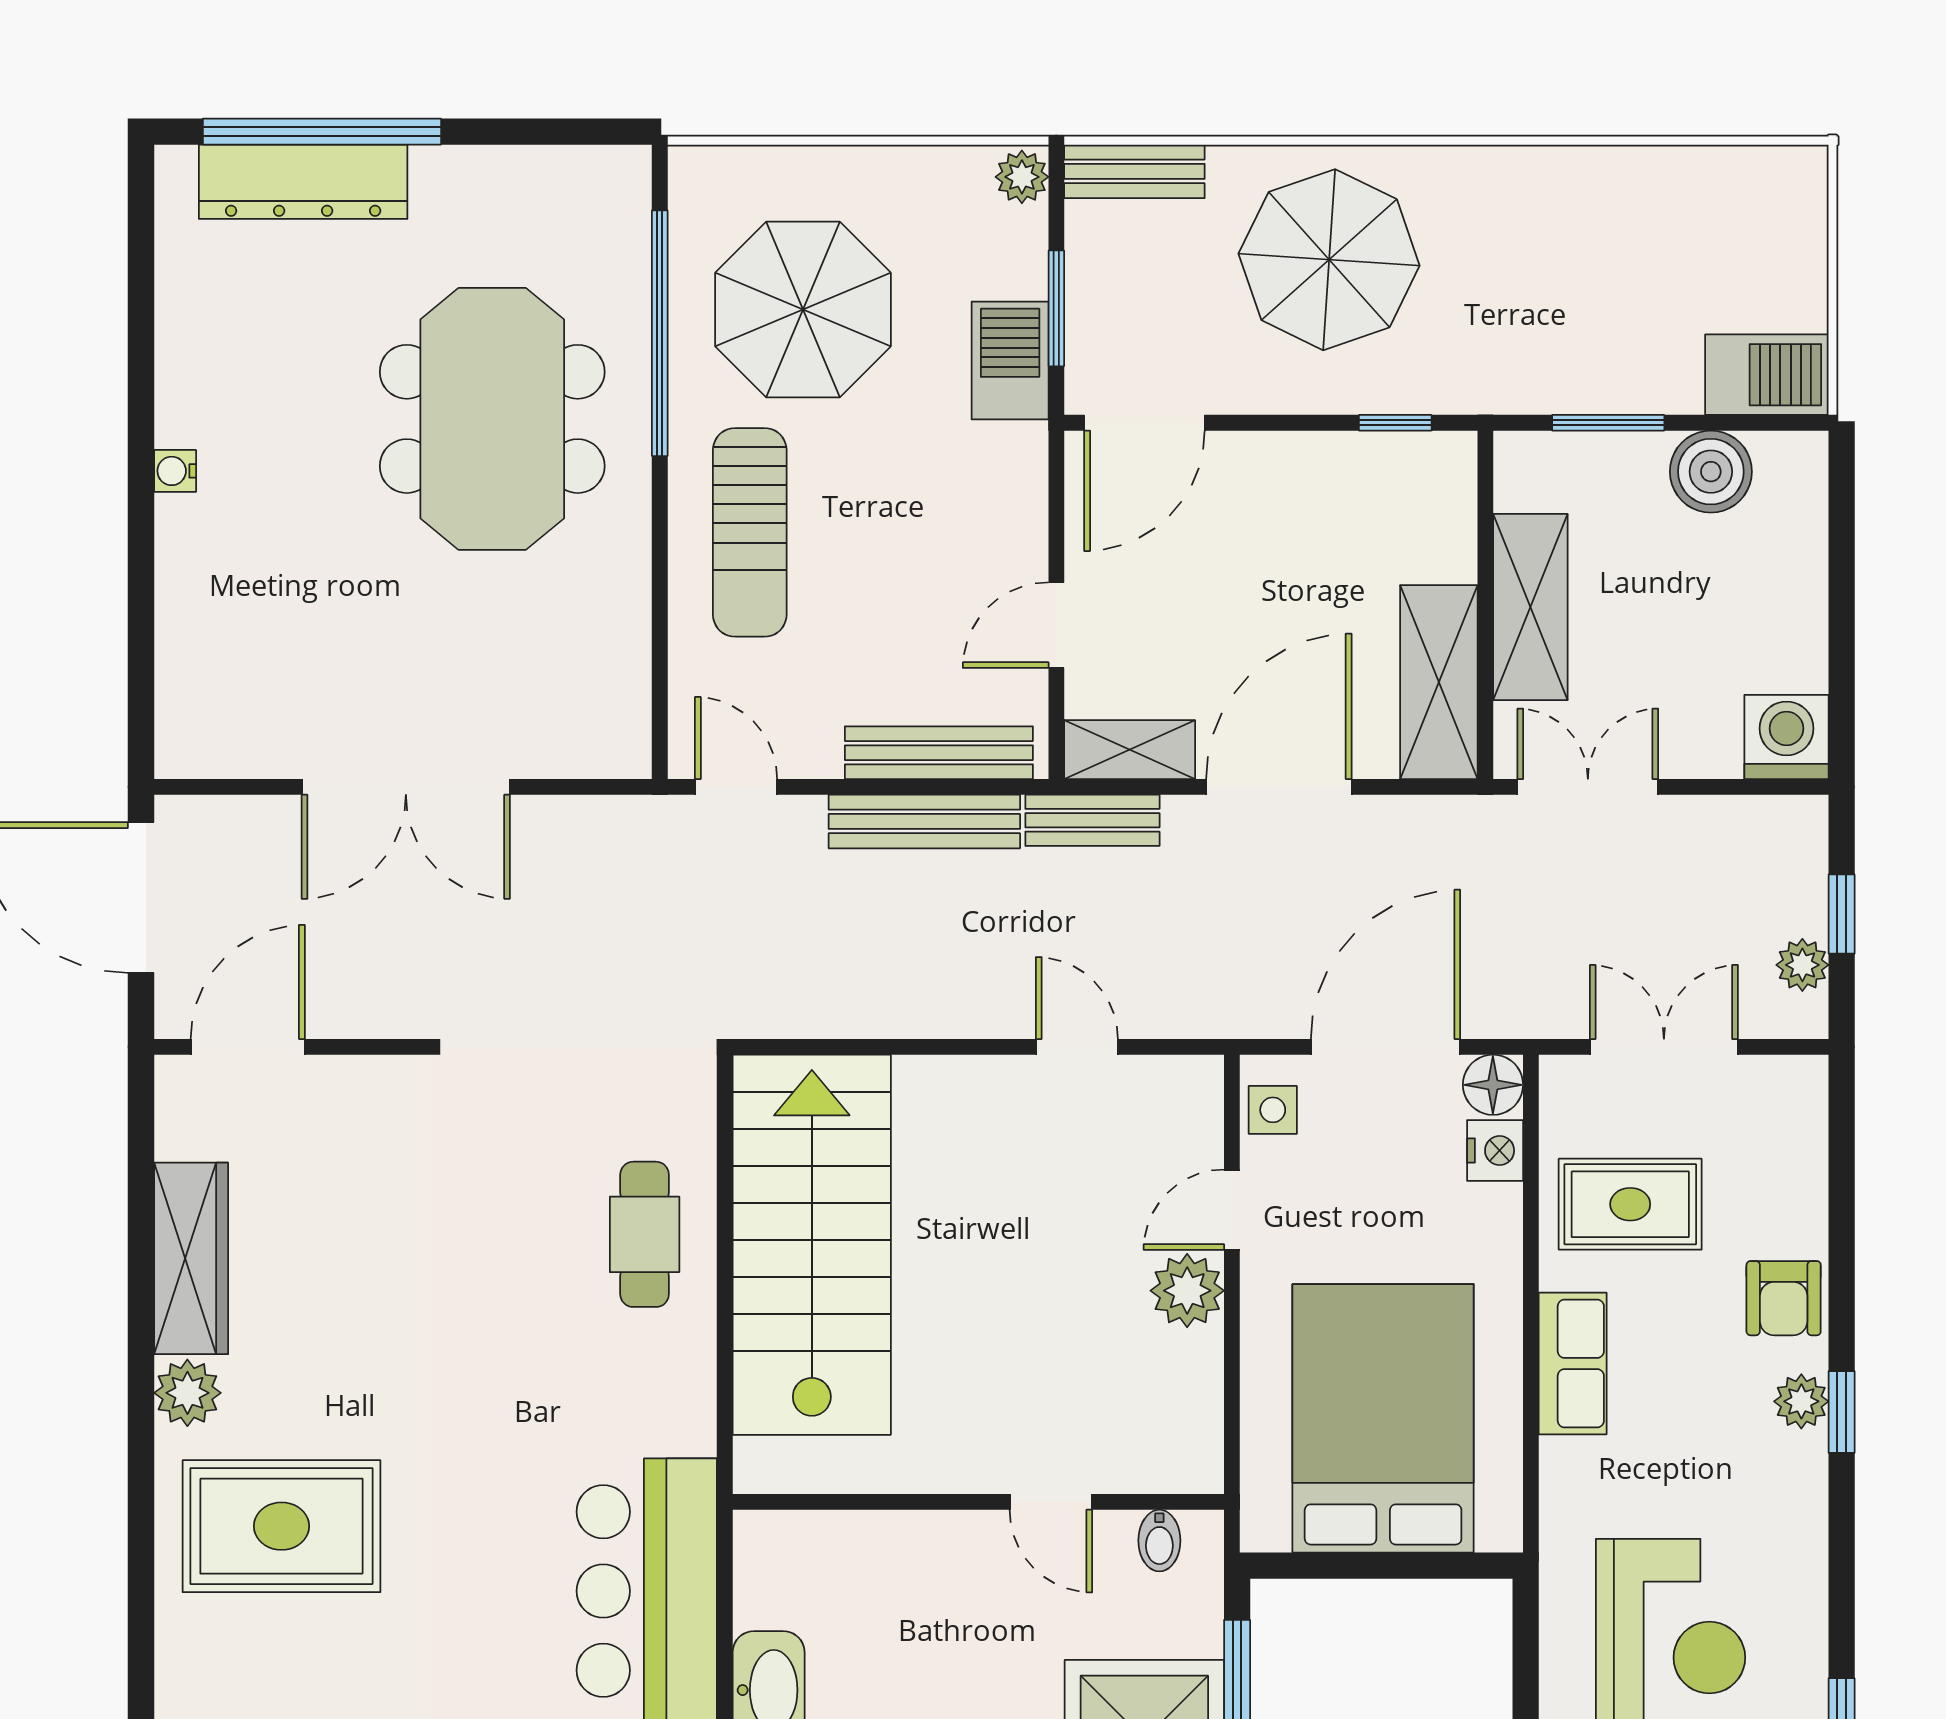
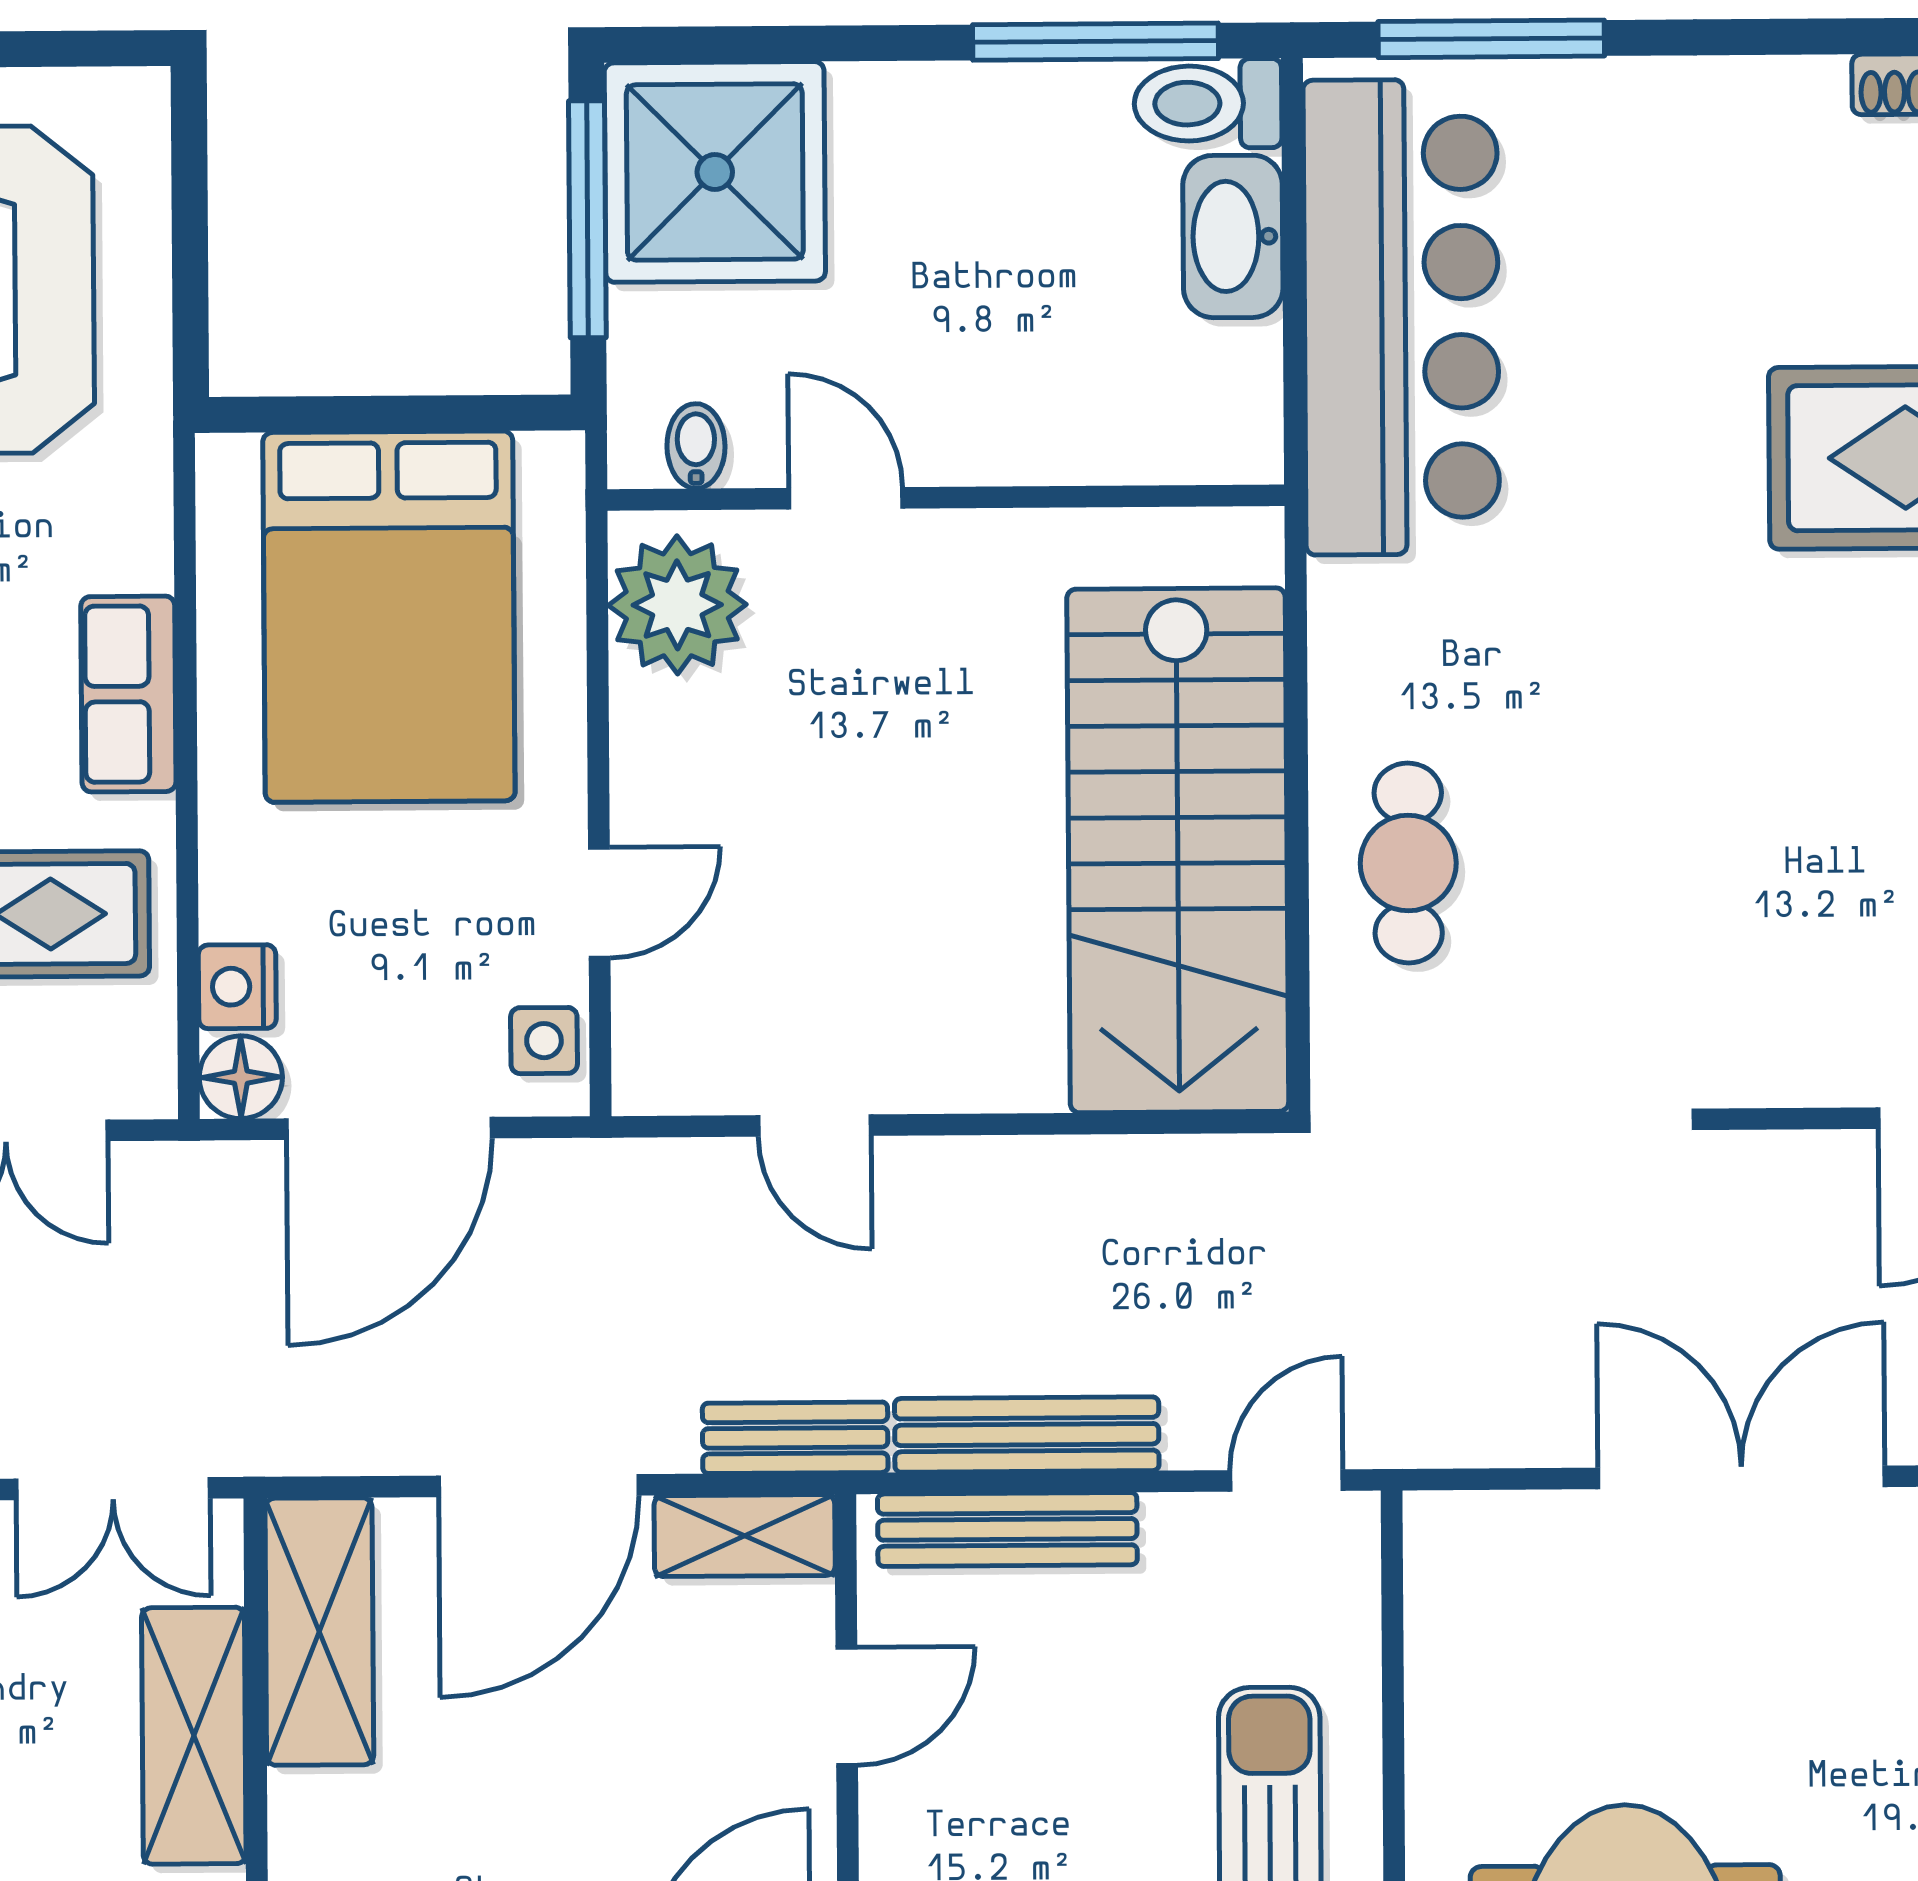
door: (736, 787) -> (1287, 1480), swing flipped
plant: (1187, 1291) -> (677, 605), moved, width x1.36, depth x1.36

